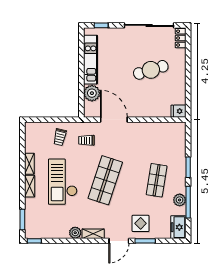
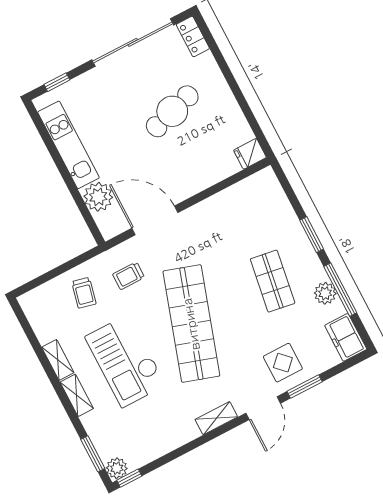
shop shelf: (105, 180) -> (191, 324), width x1.40
plant: (75, 233) -> (117, 468), moved

